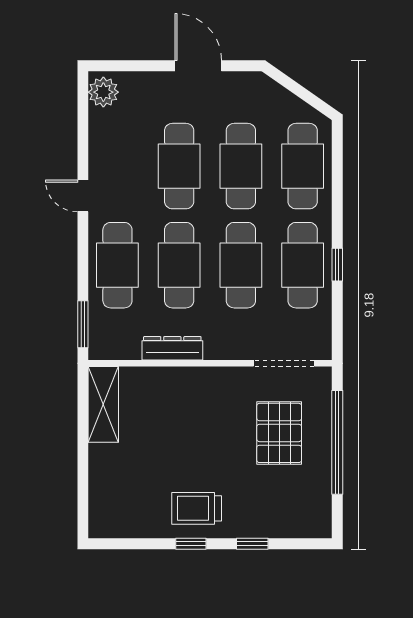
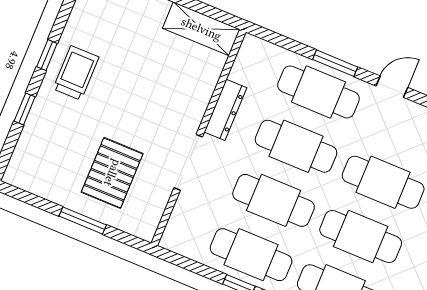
window: (83, 324) -> (335, 63), moved
doorway: (284, 363) -> (188, 162), moved
pallet: (279, 433) -> (112, 173), turned 90
window: (337, 442) -> (83, 221), width x0.47

